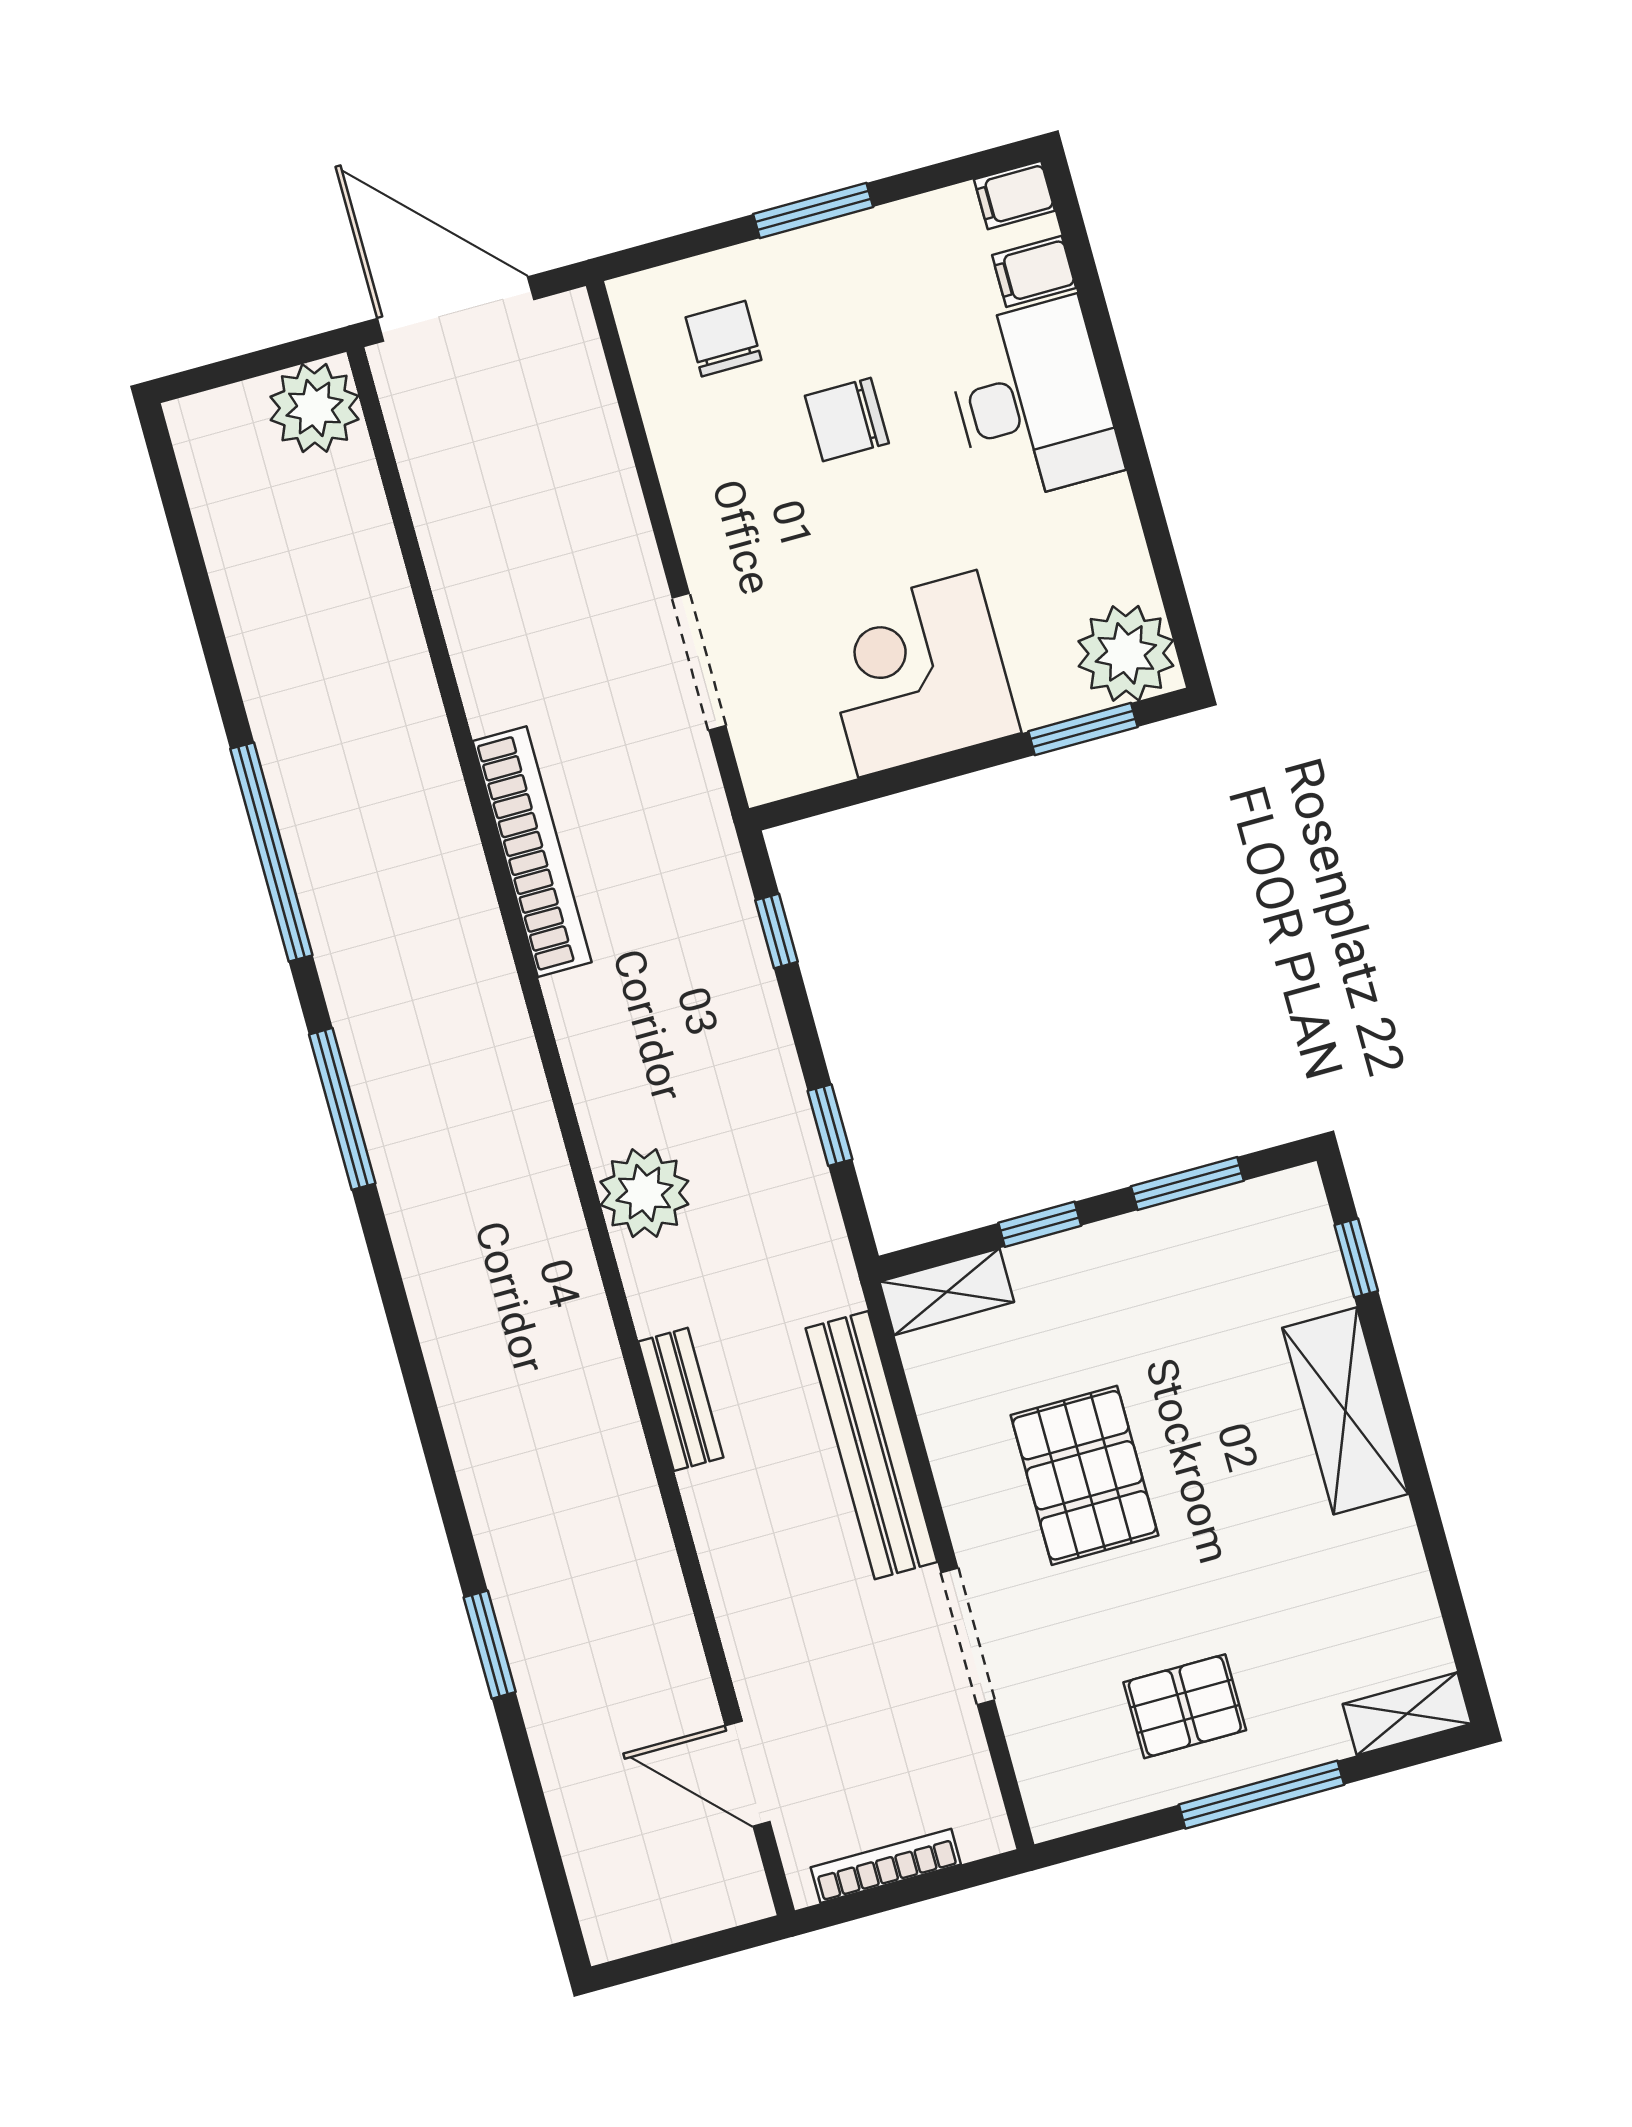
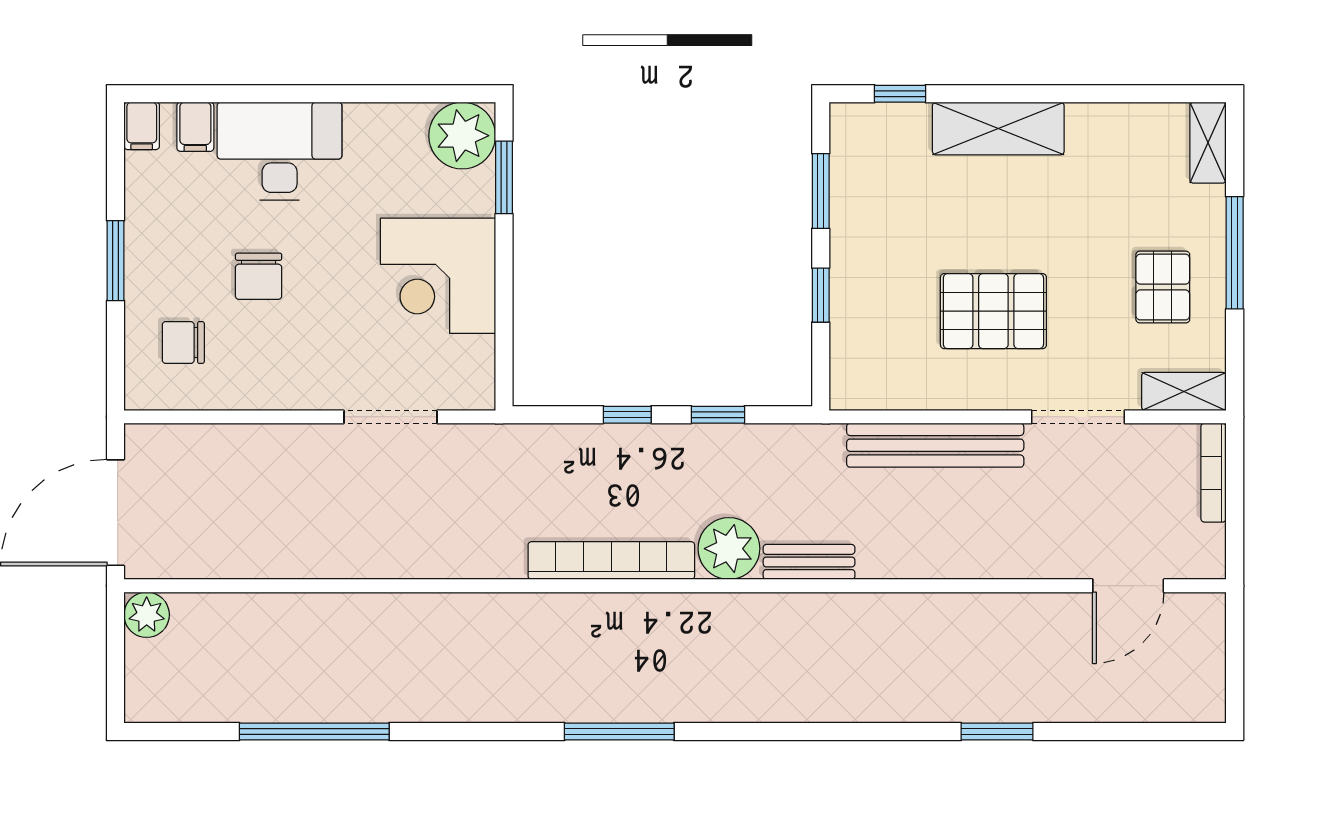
plant: (315, 408) -> (147, 615), width x0.73, depth x0.73
window: (271, 852) -> (314, 731), moved
bookcase: (532, 852) -> (611, 561), moved
window: (776, 931) -> (627, 415), moved
shelving: (947, 1292) -> (1184, 391), moved, turned 90
bench: (681, 1399) -> (809, 562), moved
bookcase: (886, 1866) -> (1214, 473), moved

